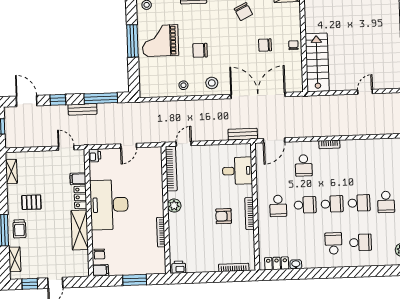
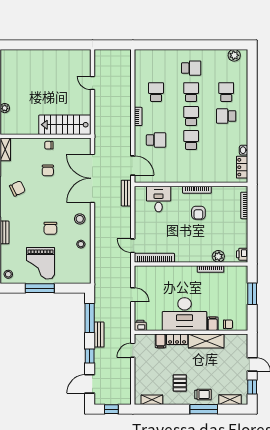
plant: (174, 206) -> (218, 256), moved
school desk: (278, 206) -> (156, 92), moved, turned -90
filing cabinet: (101, 270) -> (213, 324), moved

